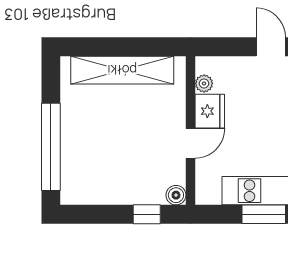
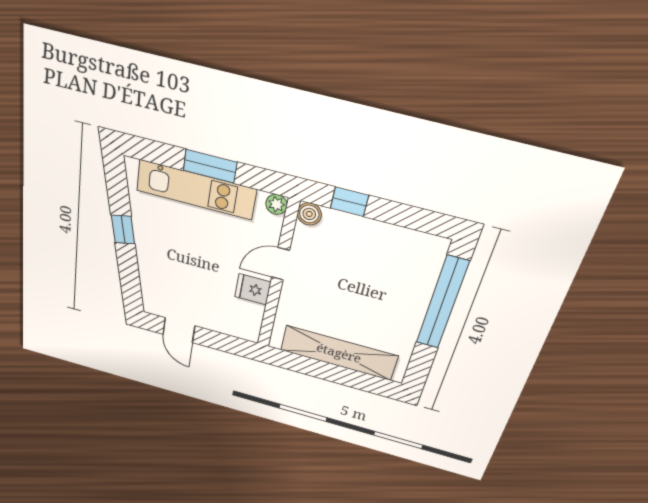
plant: (204, 83) -> (276, 204), moved
fridge: (210, 111) -> (253, 289), width x0.72

